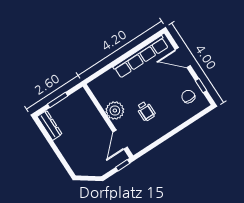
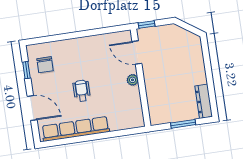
plant: (115, 110) -> (133, 80), width x0.53, depth x0.53
wheelchair: (146, 111) -> (82, 91), moved
door: (120, 140) -> (137, 53), swing flipped

